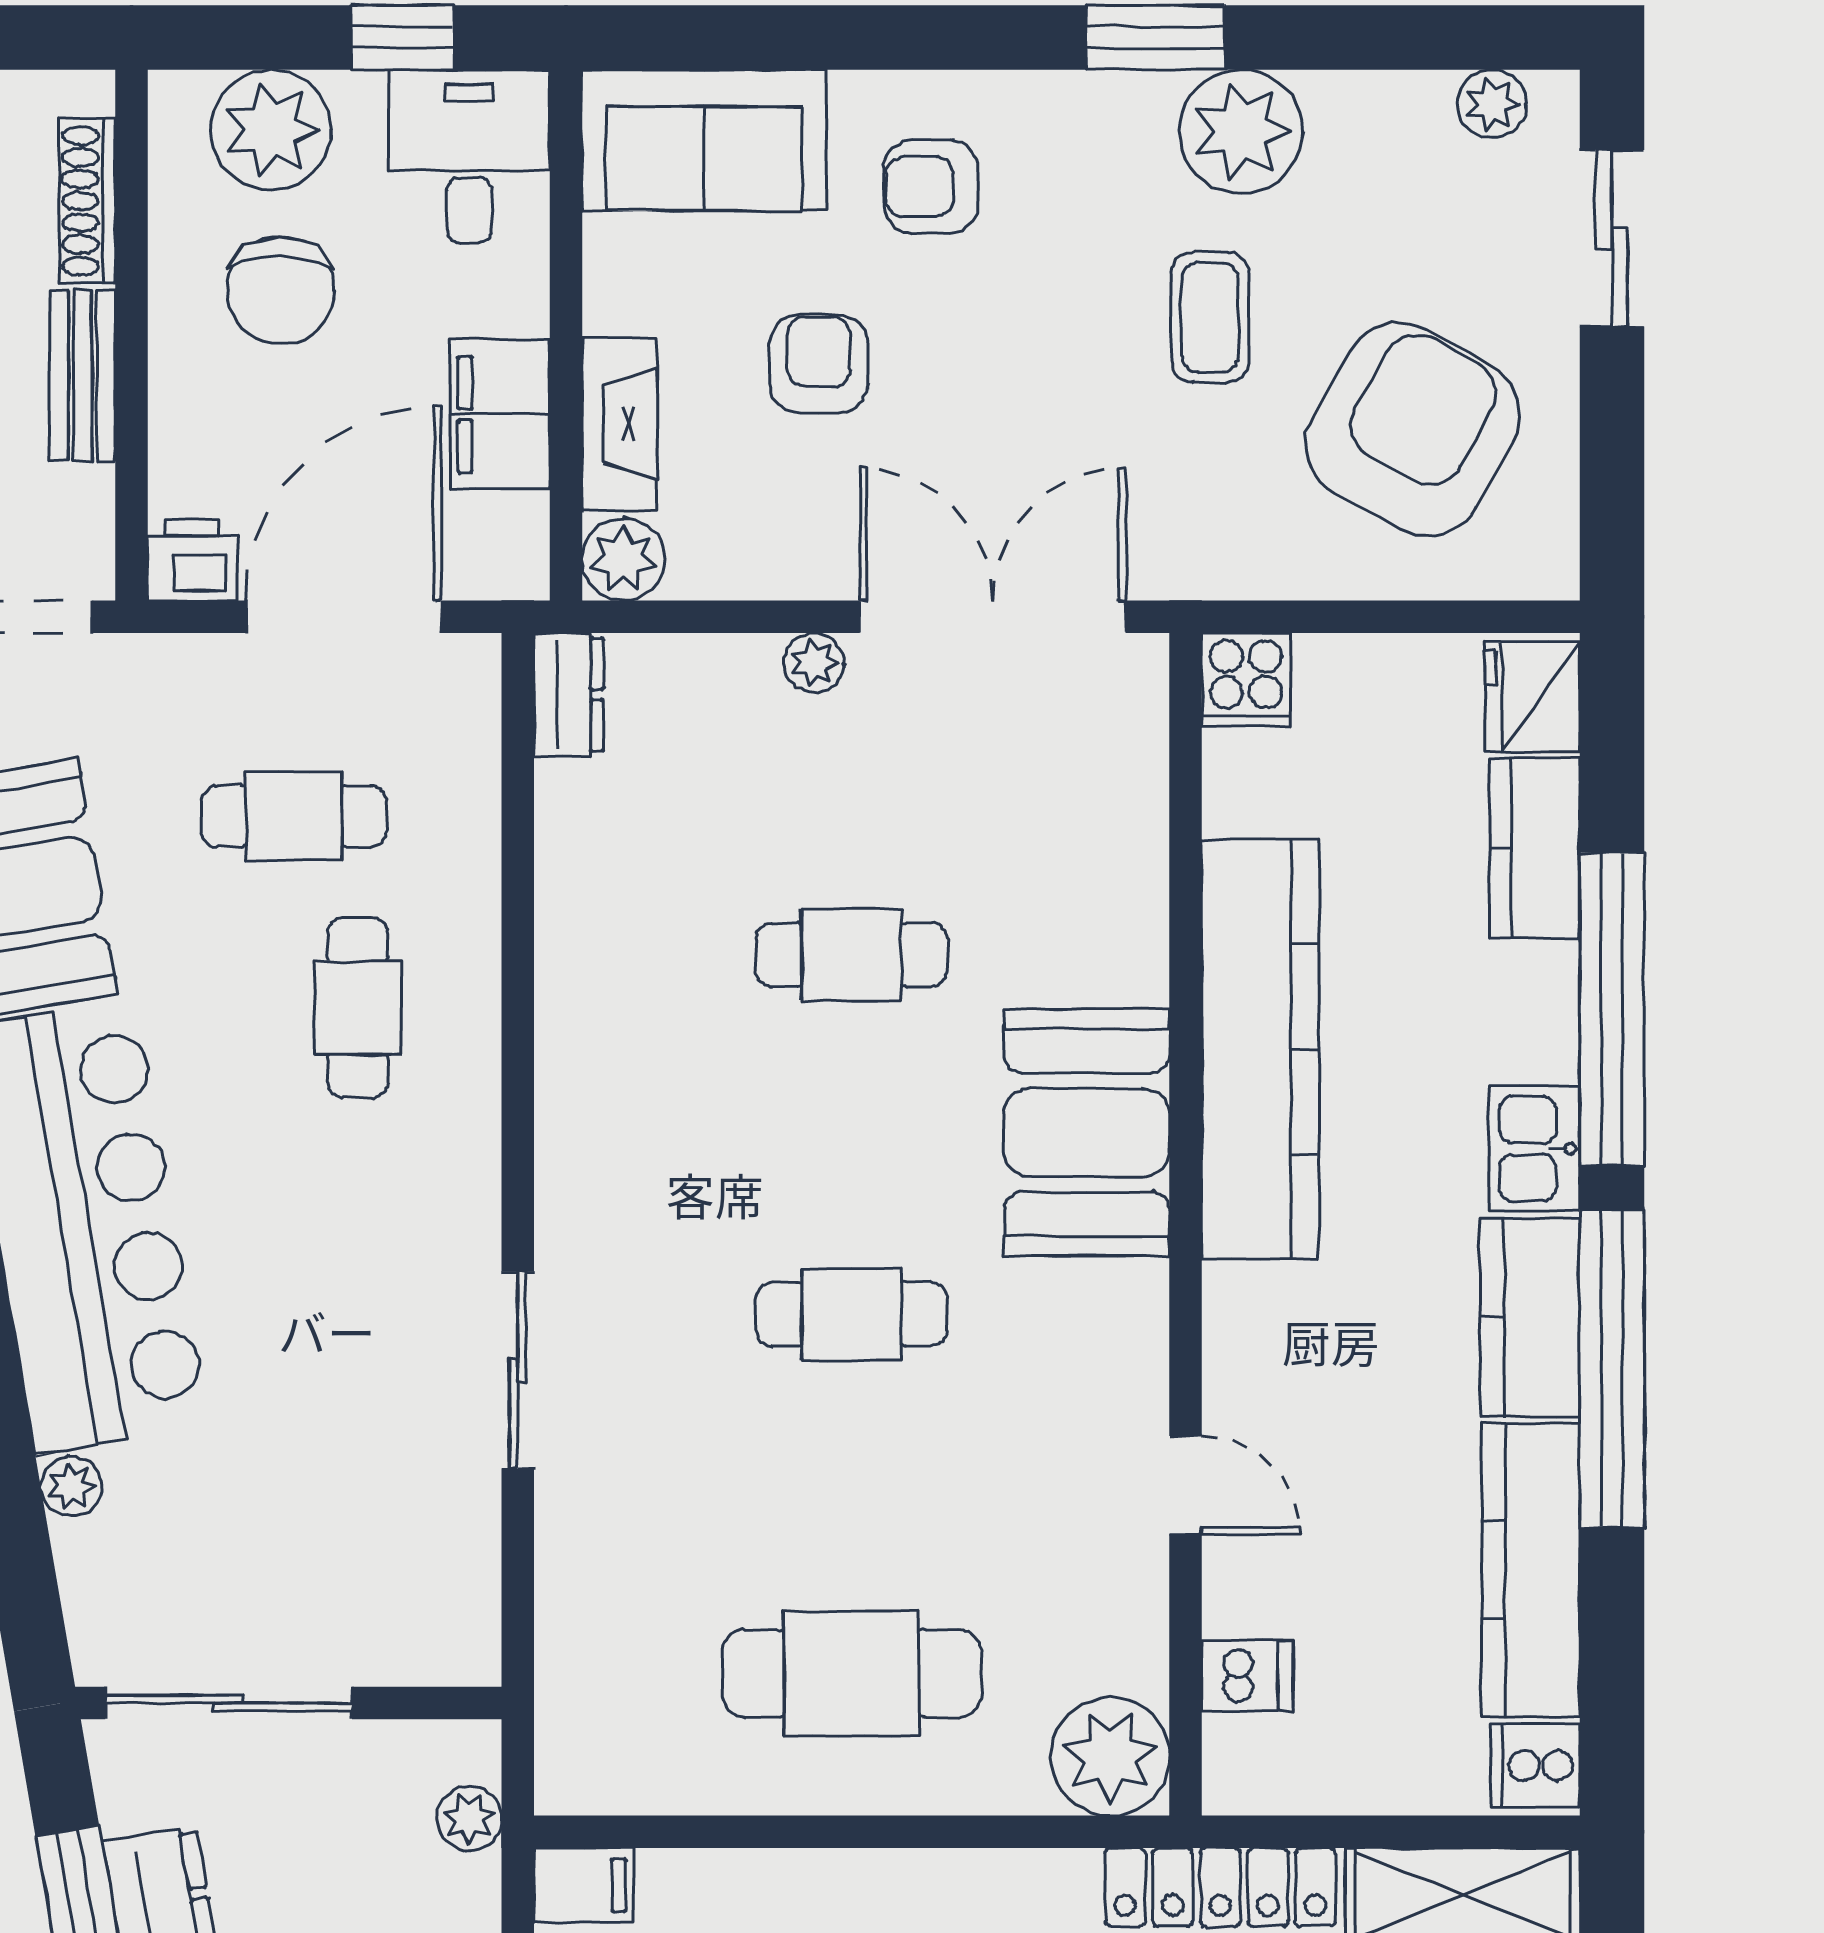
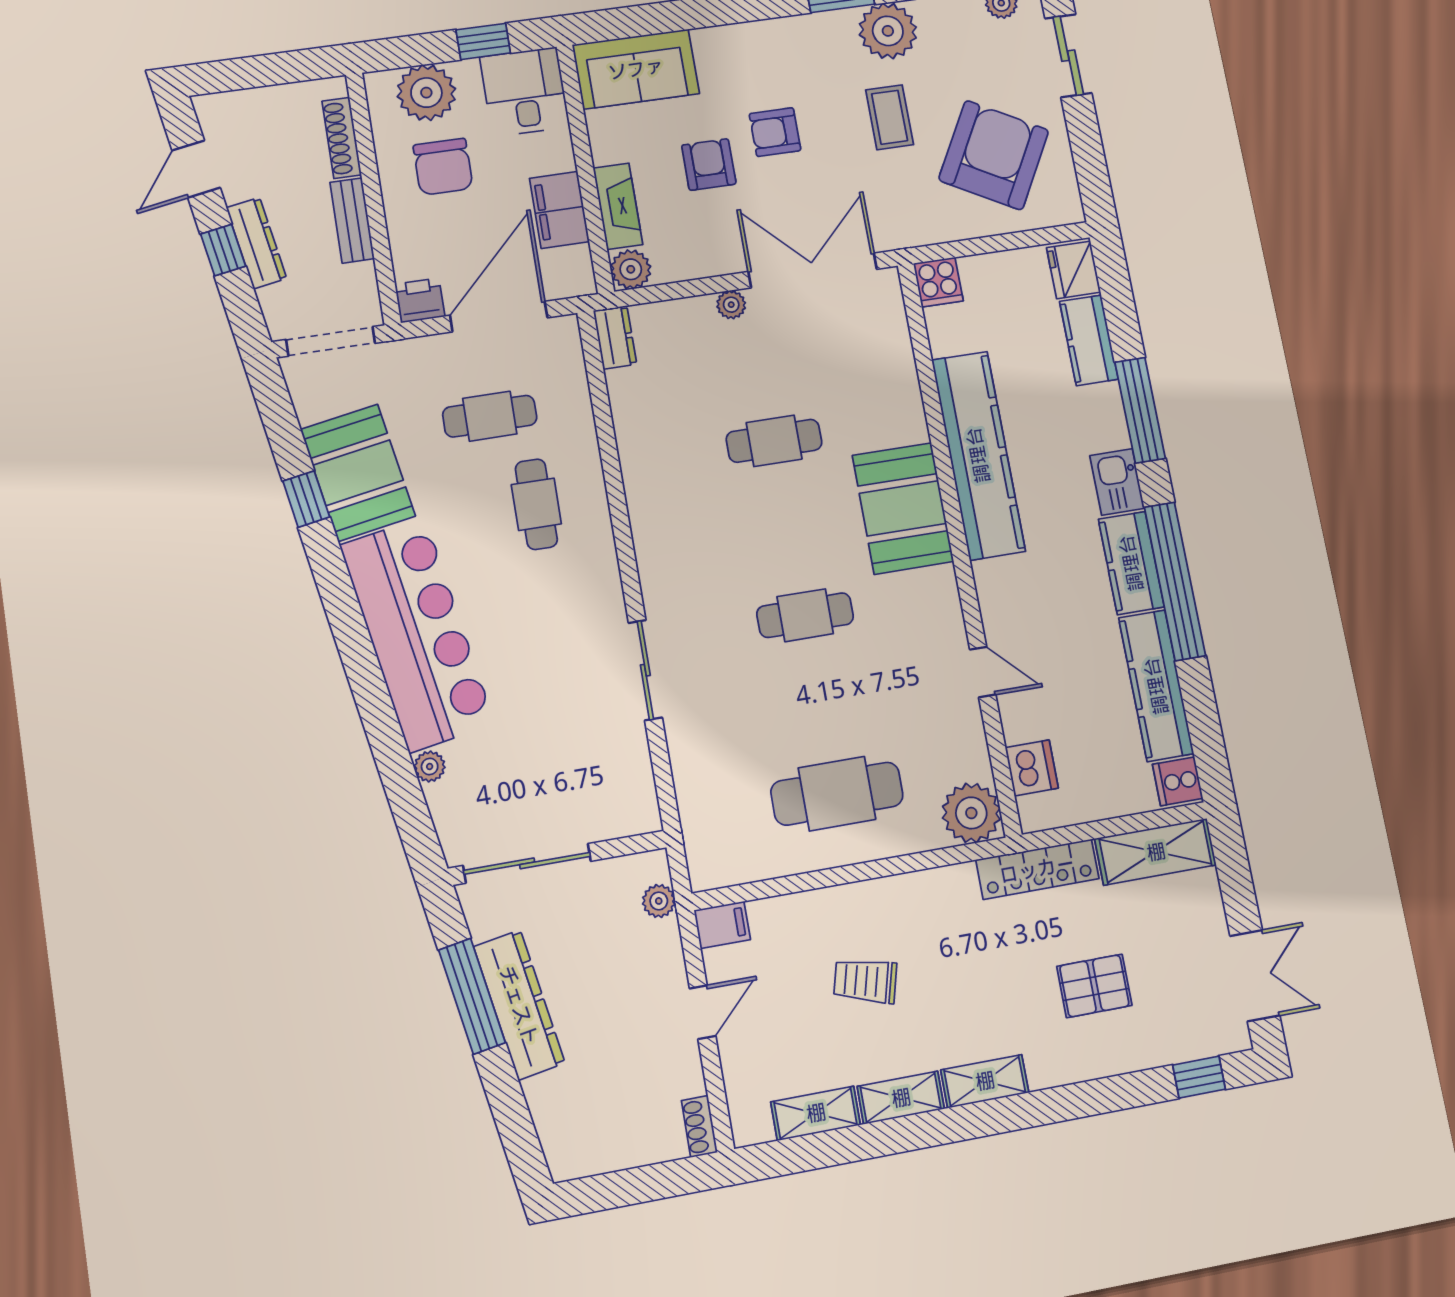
armchair: (931, 187) -> (775, 132), moved
window: (1612, 1009) -> (1140, 410), width x0.68
dishwasher: (1247, 1676) -> (1032, 768), width x1.38

